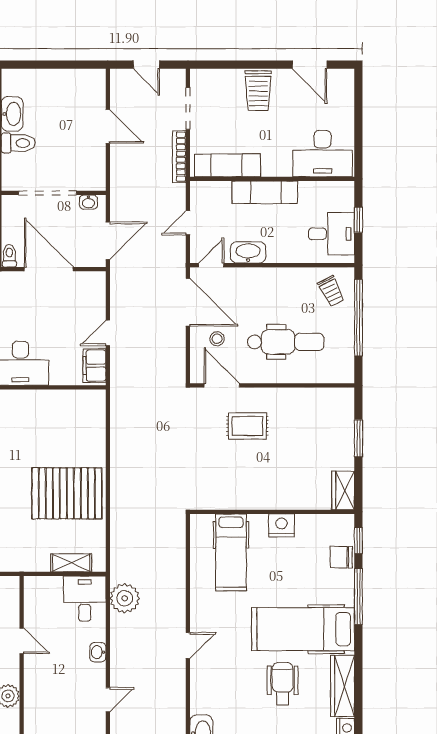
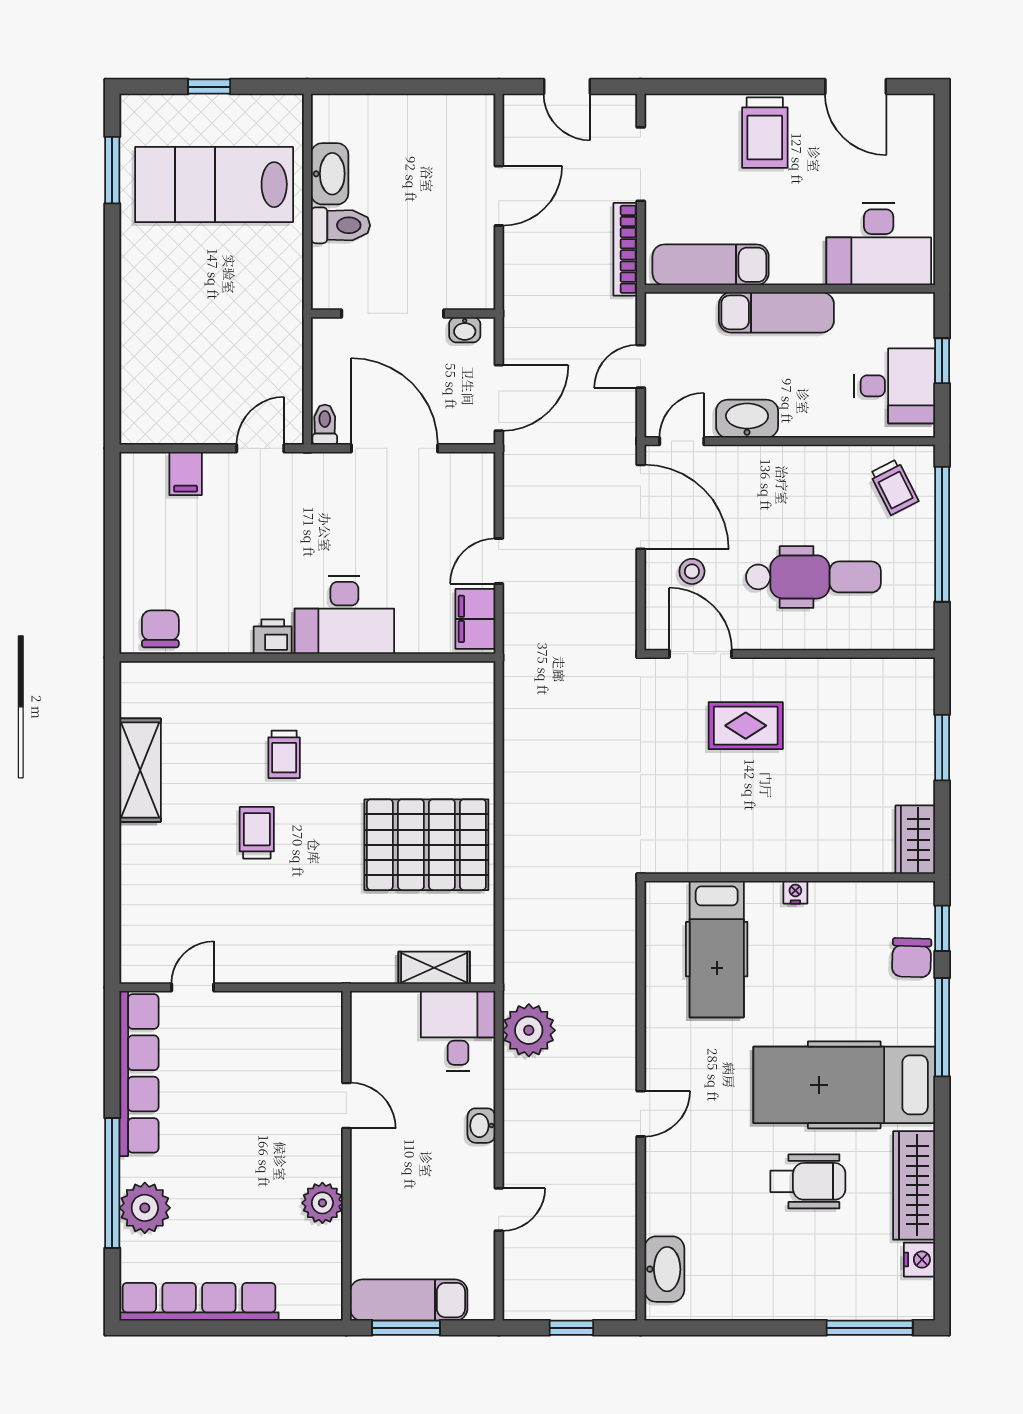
door: (108, 126) -> (499, 196), hinge flipped
nightstand: (282, 525) -> (795, 892), width x0.53, depth x0.56
chair: (341, 557) -> (912, 958), turned -88
wheelchair: (283, 684) -> (808, 1181), turned 90

